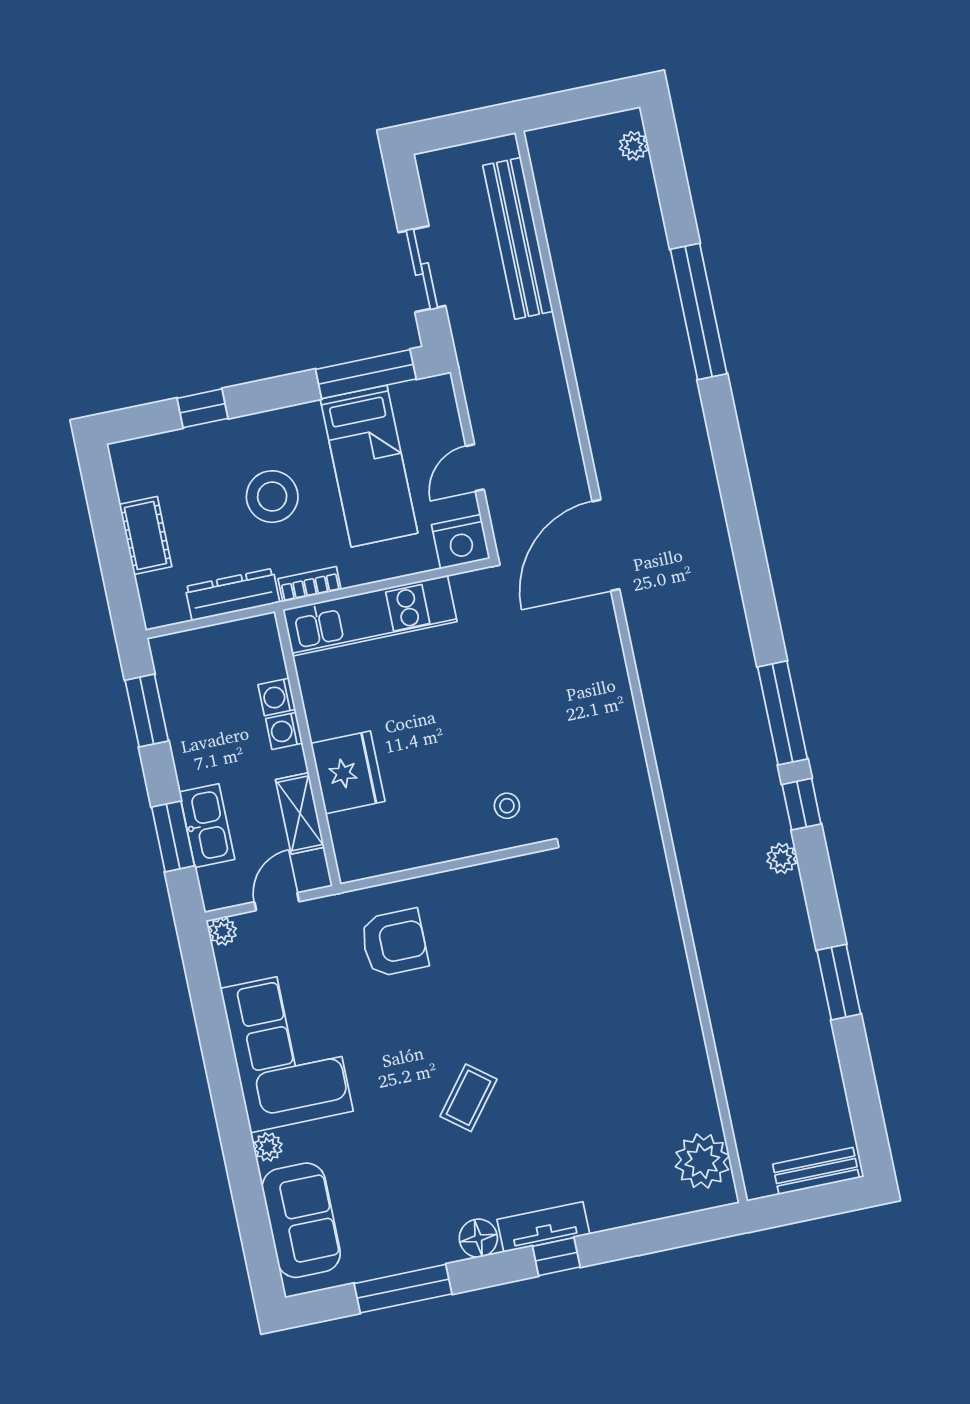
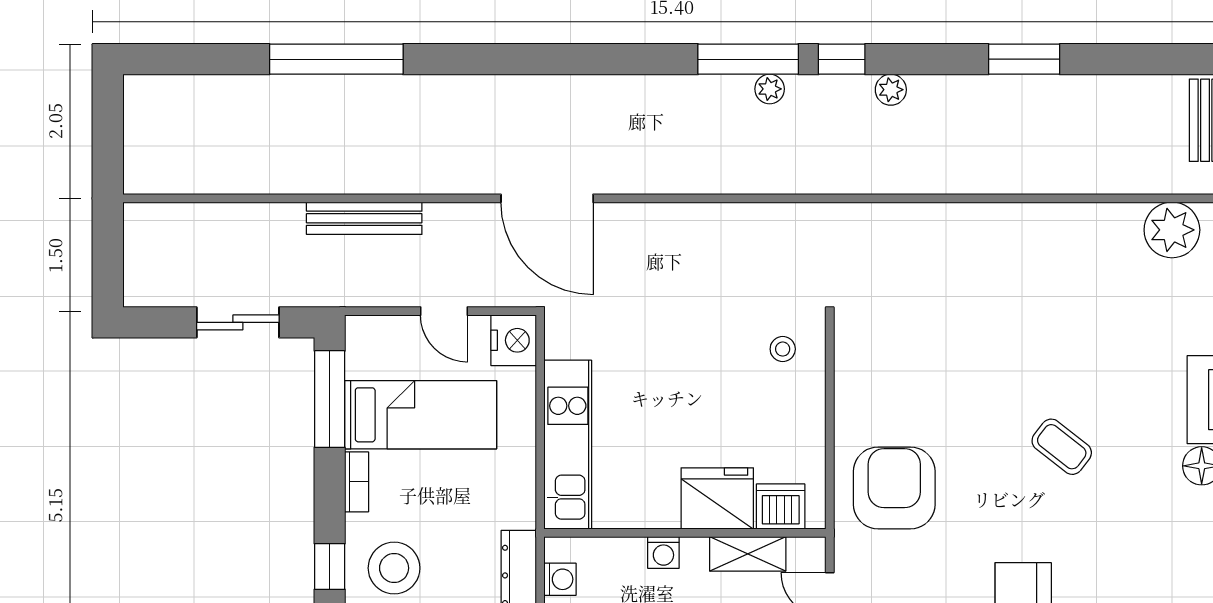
plant: (634, 146) -> (770, 89), moved
bench: (518, 238) -> (364, 218), moved, width x0.73, depth x0.82
stool: (272, 497) -> (394, 568), moved
bookcase: (310, 584) -> (357, 482), moved, turned 180
washing machine: (277, 697) -> (560, 579), moved, turned -90
dishwasher: (353, 836) -> (781, 507), added
armchair: (394, 943) -> (894, 488), width x1.36, depth x1.36

